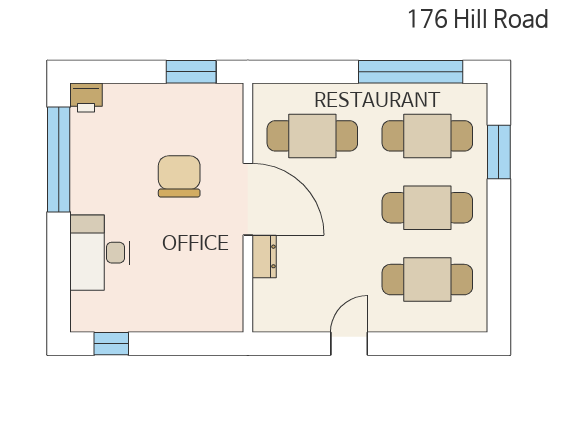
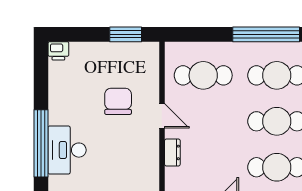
window: (59, 160) -> (41, 143), moved
door: (248, 199) -> (162, 116), width x0.53

